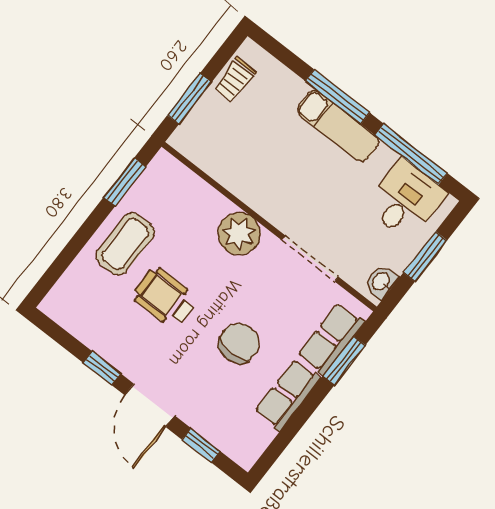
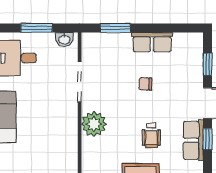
wheelchair: (165, 298) -> (151, 136), width x0.73, depth x0.73
row of seats: (331, 339) -> (193, 140), moved, turned 90
chair: (239, 343) -> (145, 84), width x0.54, depth x0.54

